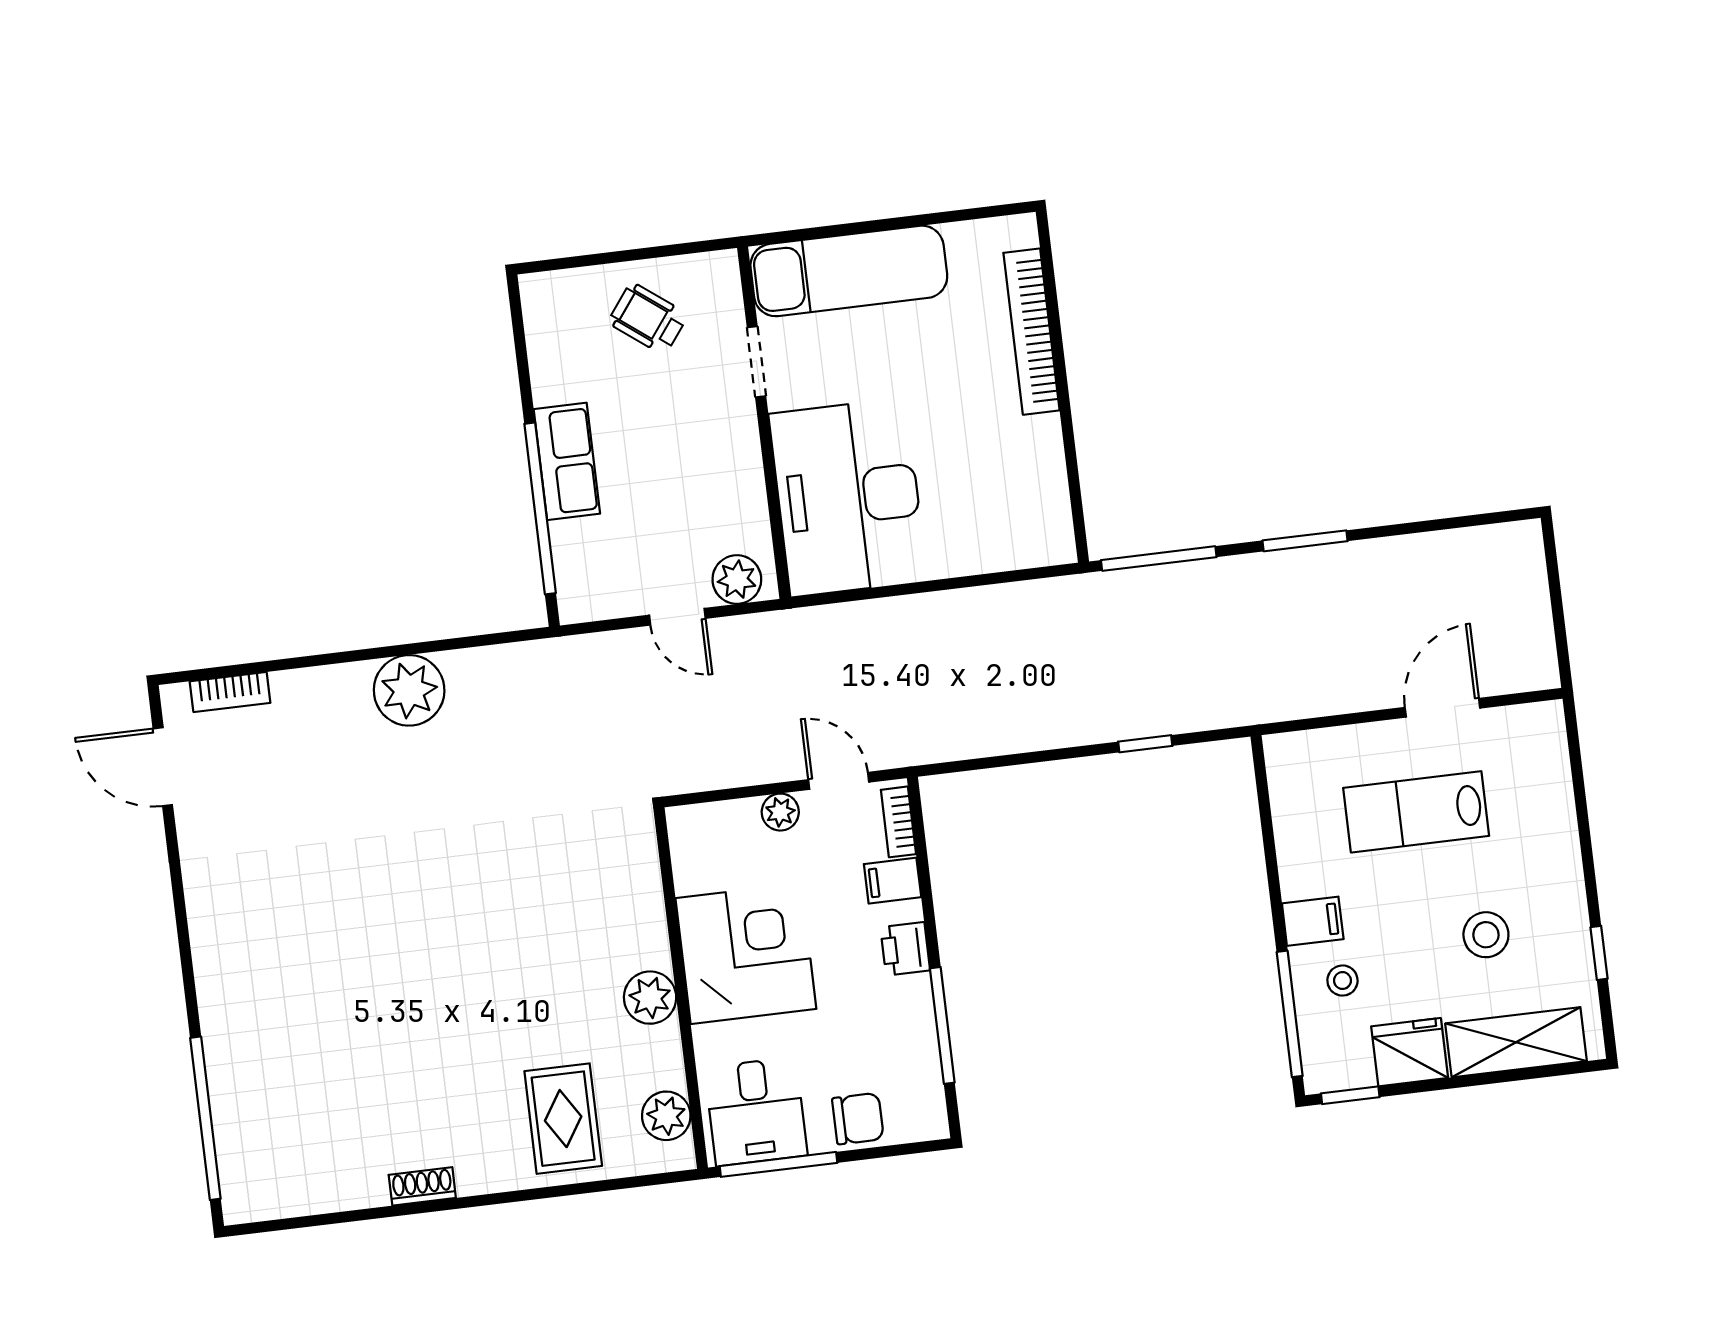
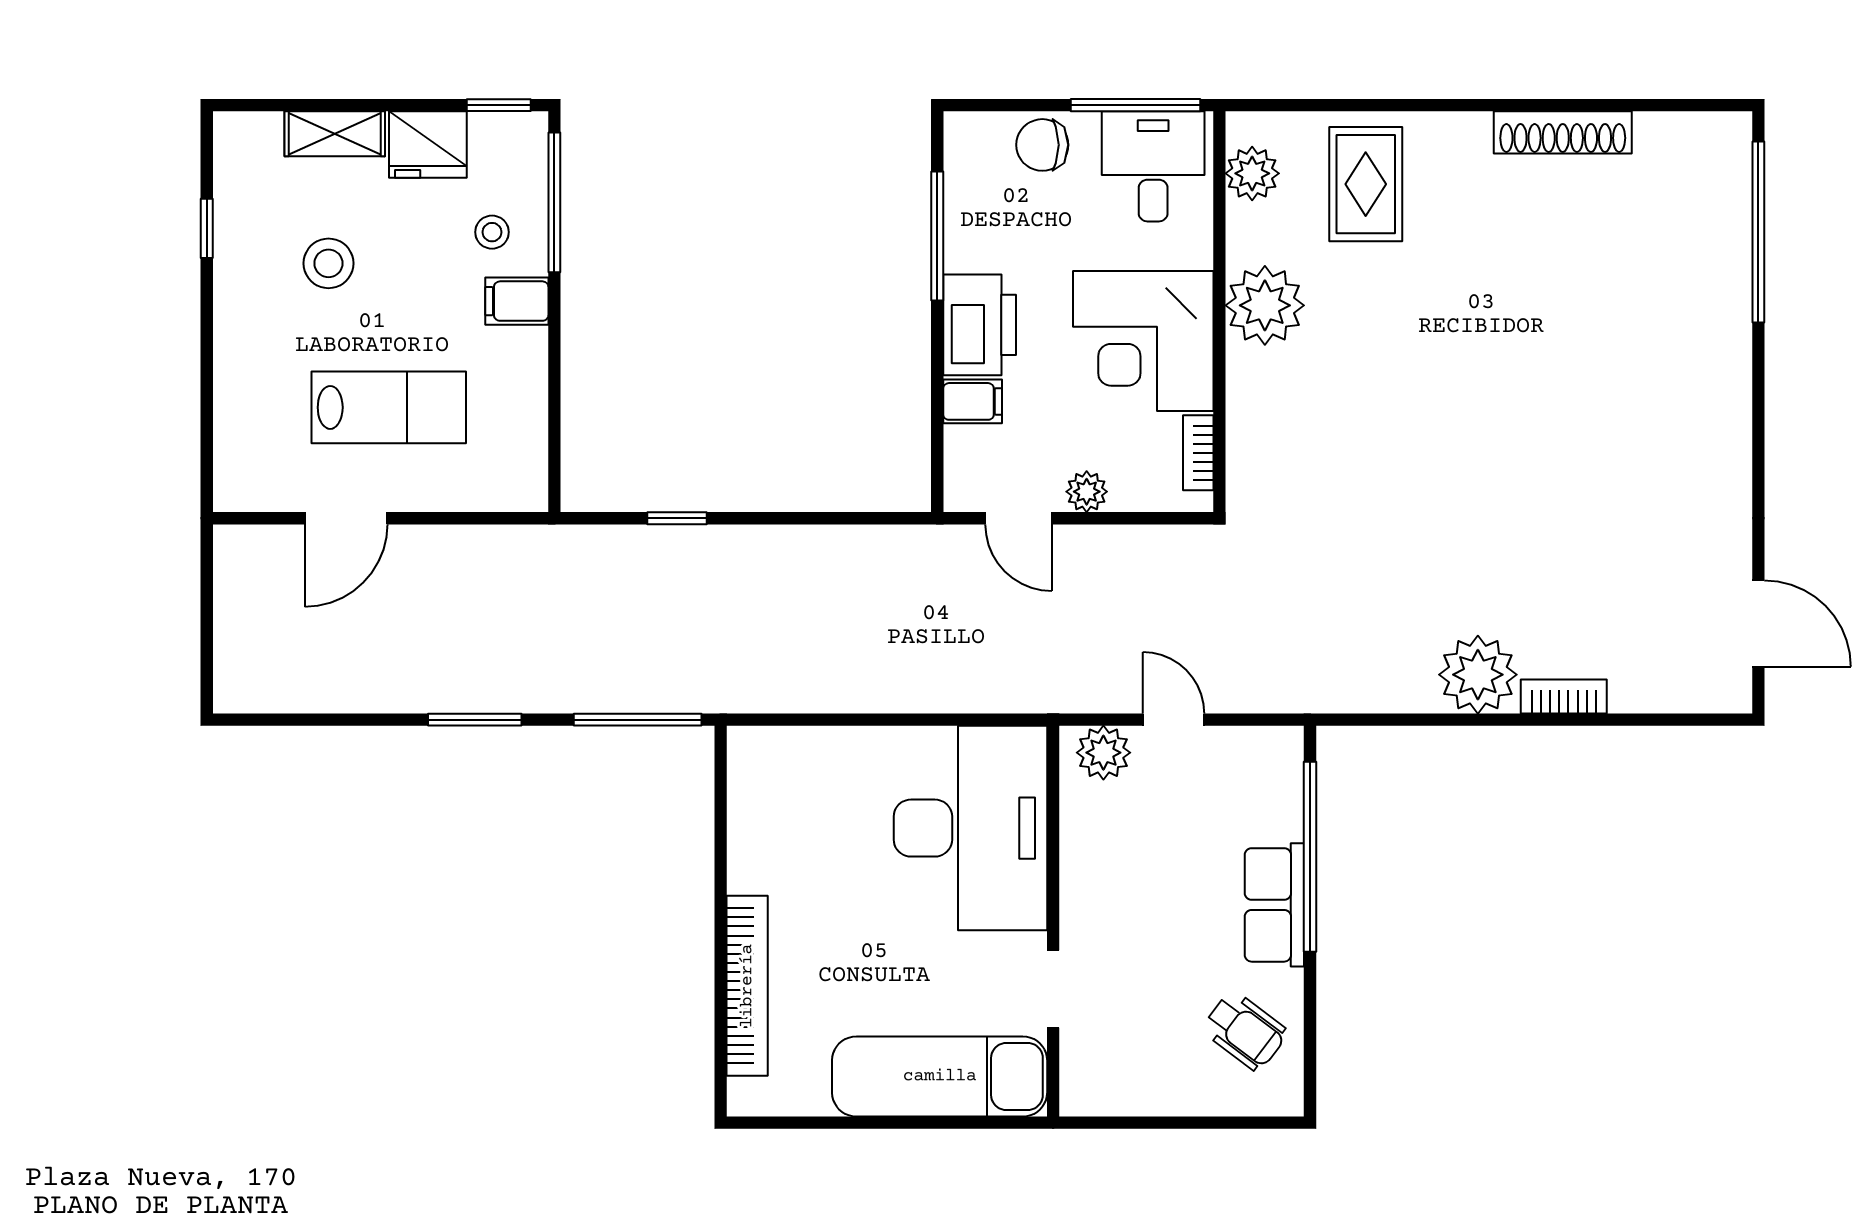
wheelchair: (648, 319) -> (1245, 1031), moved
bookcase: (230, 692) -> (1564, 697), moved
bookcase: (898, 822) -> (1198, 453), moved, turned 180
printer: (905, 949) -> (980, 325), width x1.87, depth x1.48
plant: (650, 998) -> (1265, 305), width x1.36, depth x1.36
shelving: (1516, 1042) -> (335, 134), width x0.67, depth x0.75
shoe rack: (422, 1186) -> (1563, 132), width x1.94, depth x1.24

